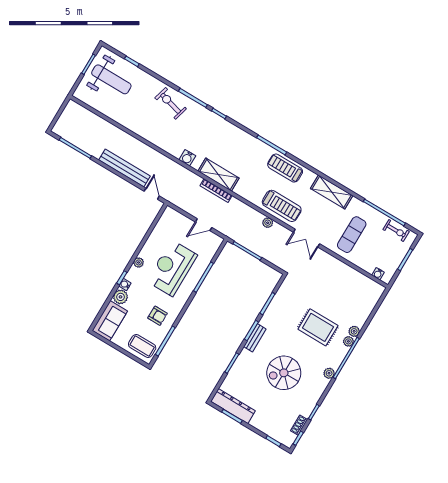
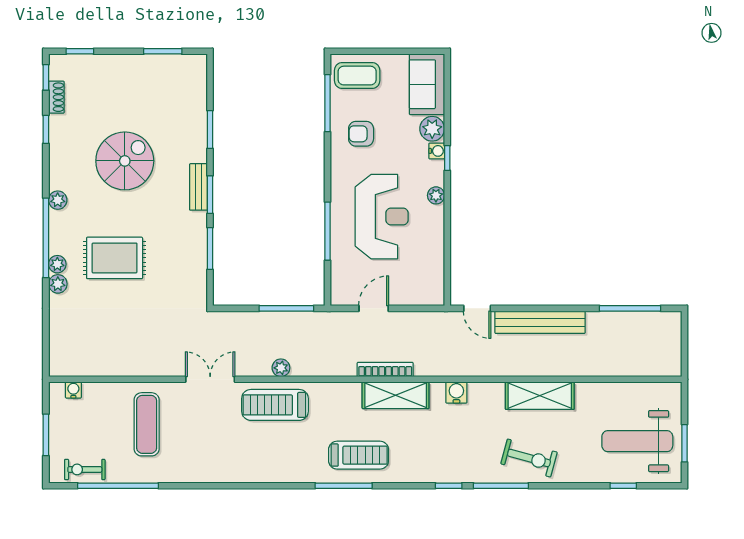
treadmill: (285, 168) -> (359, 455), moved
shelving: (332, 192) -> (540, 396), moved
dresser: (233, 406) -> (170, 67), removed

